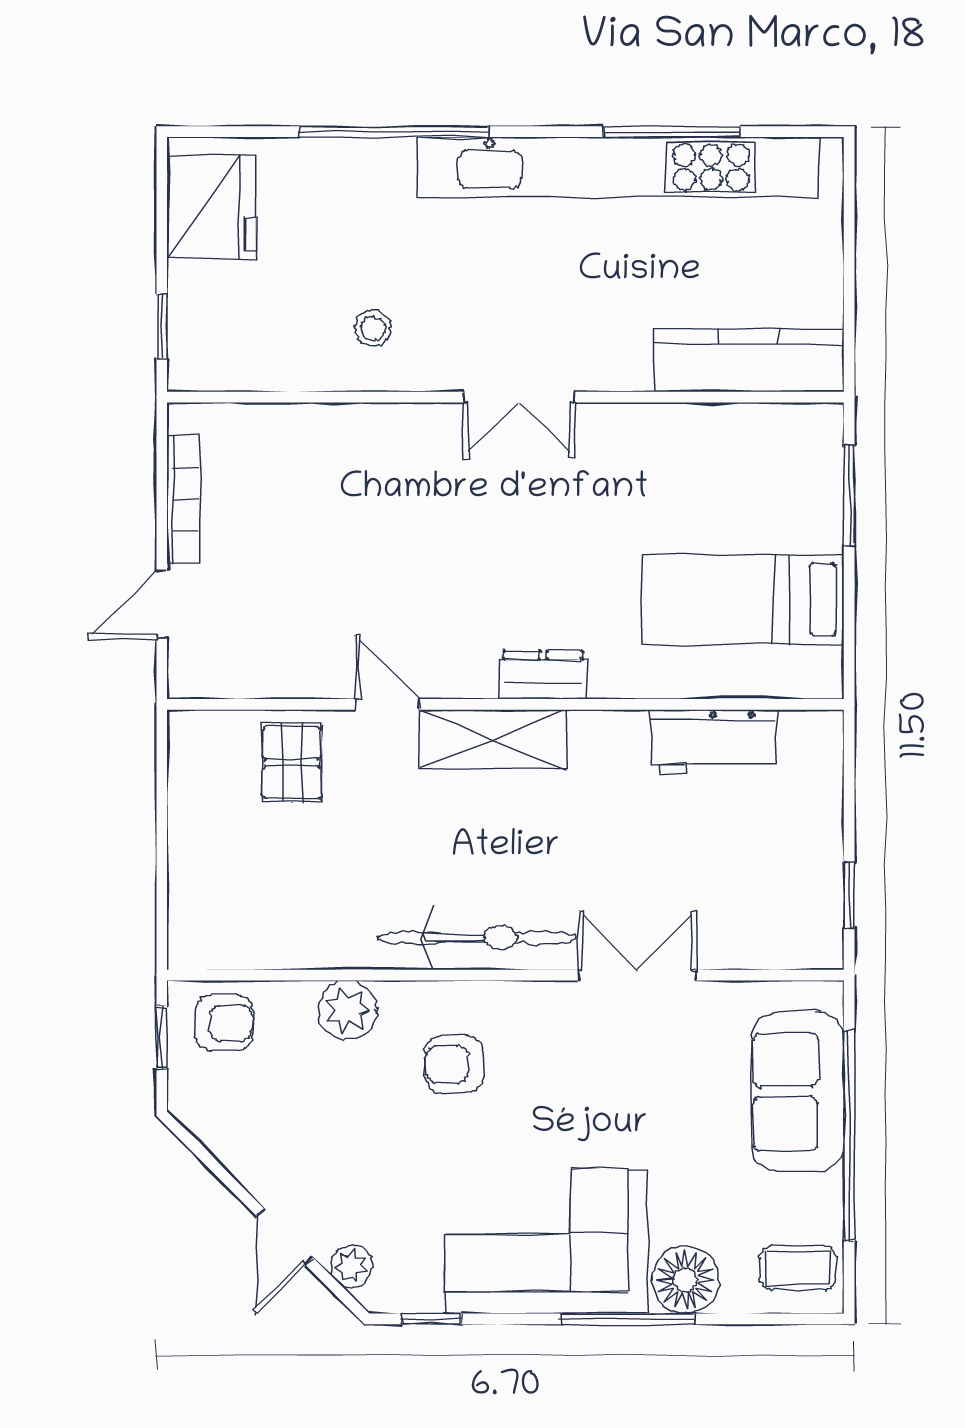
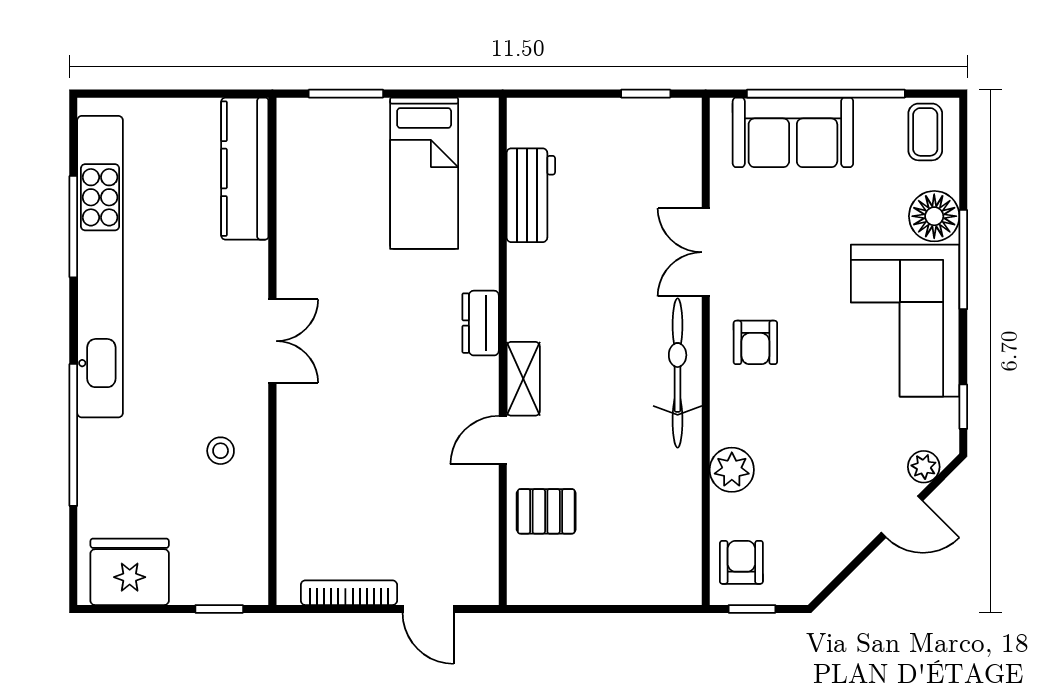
shelving: (493, 739) -> (523, 379), width x0.67, depth x0.75
armchair: (454, 1064) -> (755, 342), moved

